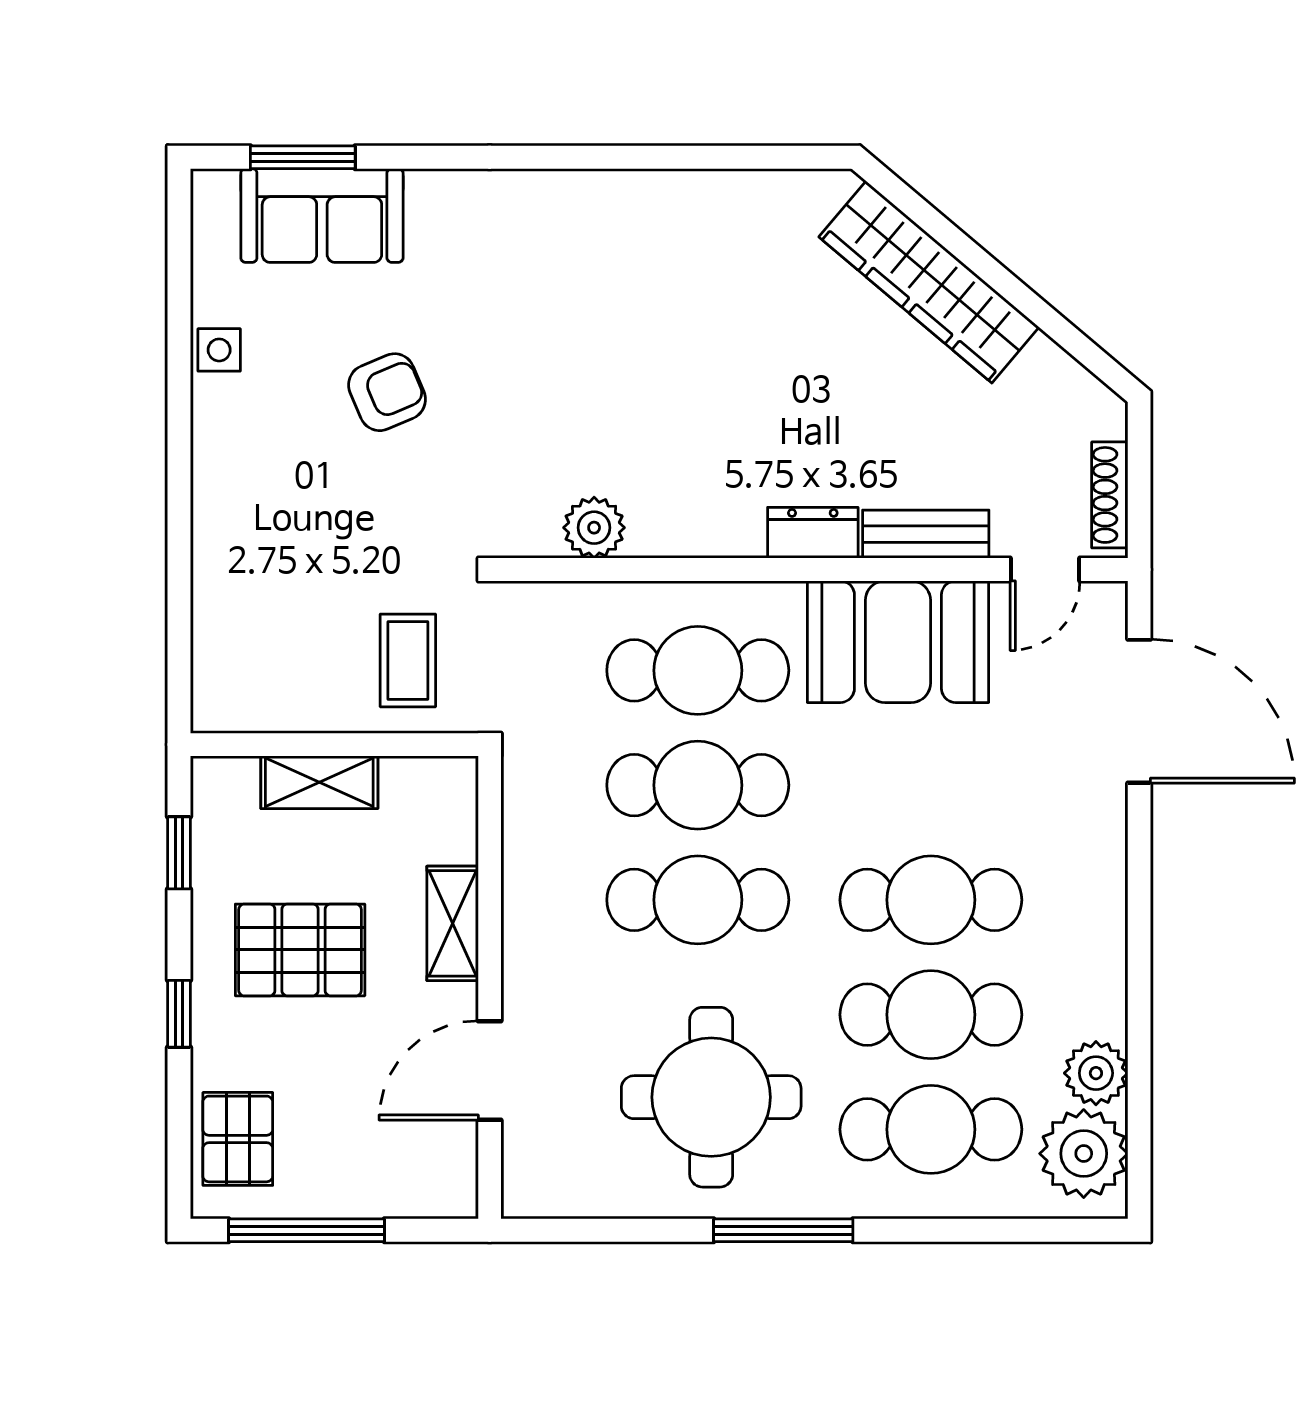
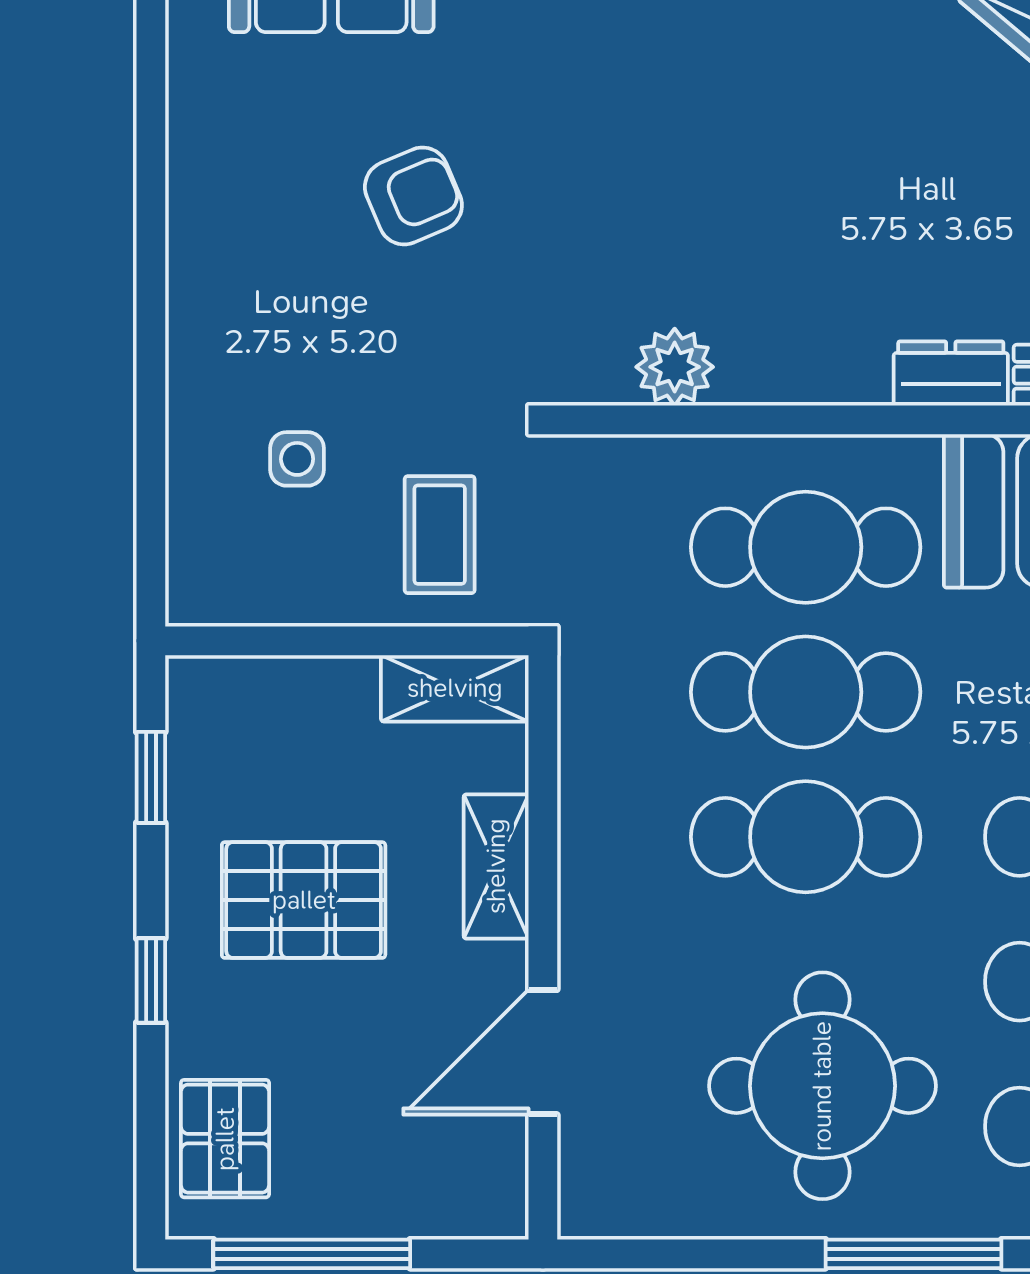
side table: (219, 350) -> (297, 459), moved
shelving: (319, 782) -> (455, 688), moved

